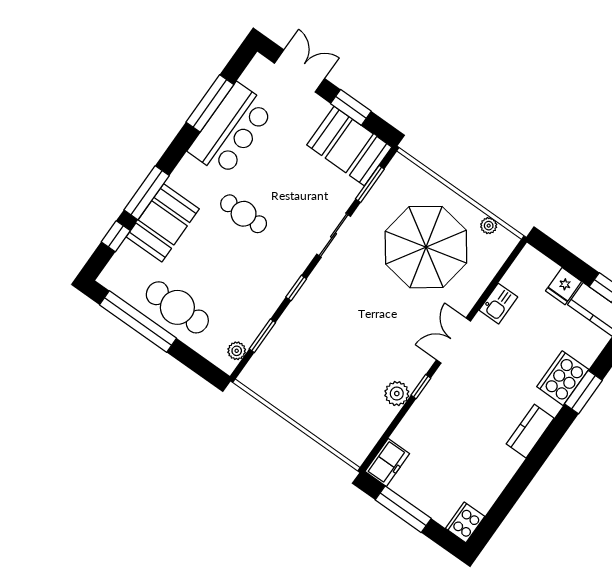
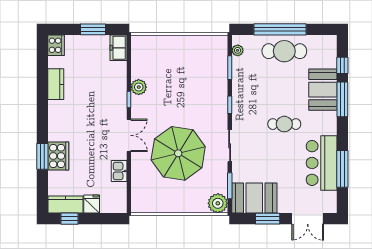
plant: (489, 226) -> (218, 203), moved, width x1.88, depth x1.88
parasol: (426, 247) -> (178, 153), moved
window: (138, 321) -> (280, 29), moved
kitchen counter: (530, 431) -> (56, 84), moved
window: (403, 509) -> (93, 29), width x0.69

